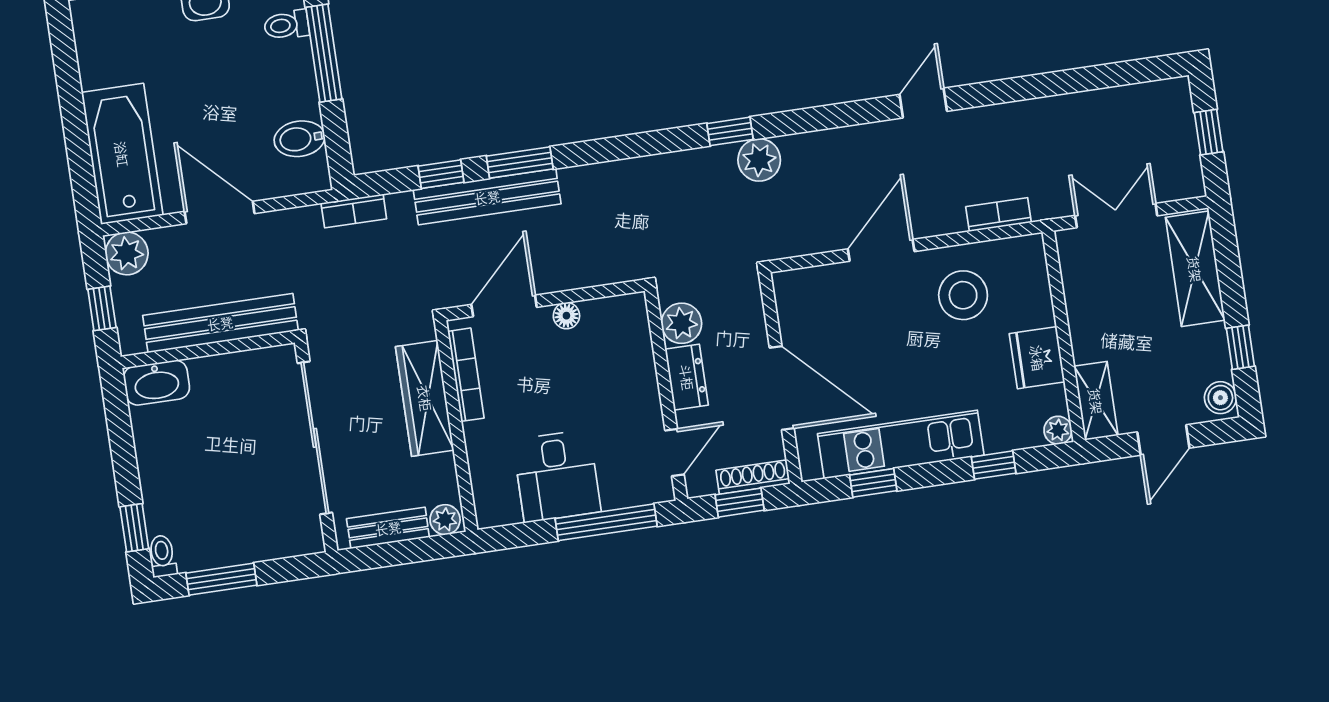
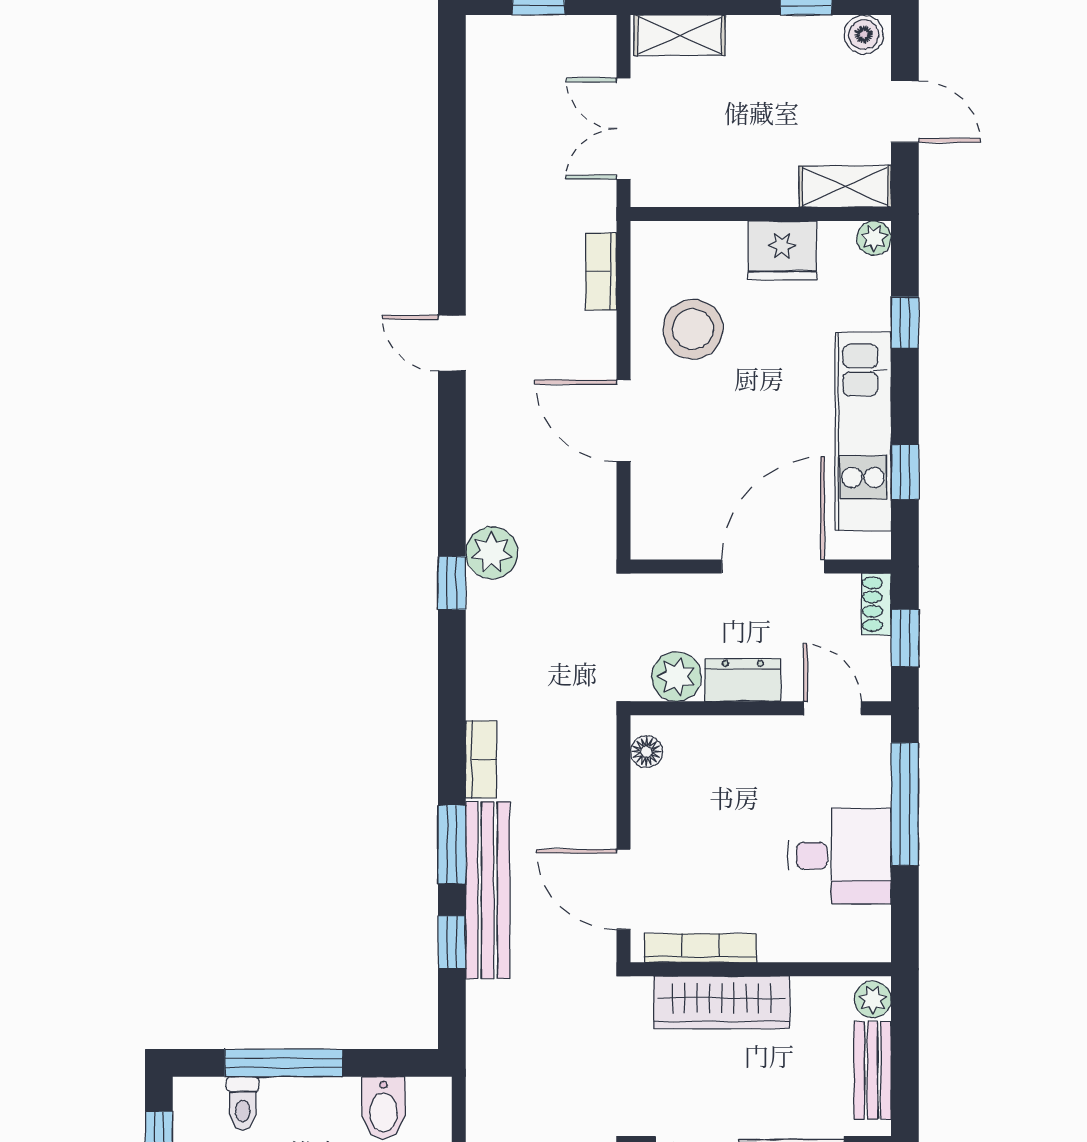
bookcase: (354, 211) -> (481, 760), moved
shelving: (1195, 269) -> (680, 35), width x0.67, depth x0.75
floor lamp: (566, 316) -> (646, 752), moved
shoe rack: (753, 477) -> (876, 604), width x0.70

